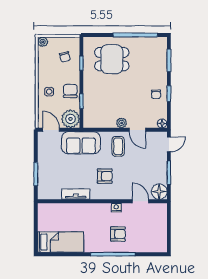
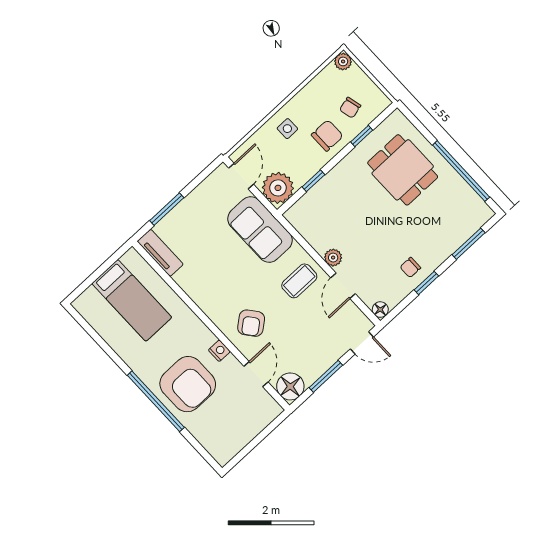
chair: (70, 91) -> (327, 135), moved
armchair: (105, 176) -> (251, 323), moved, turned 51
tv unit: (76, 194) -> (160, 253), moved
armchair: (118, 234) -> (188, 384), width x1.88, depth x1.88
bed: (61, 242) -> (132, 300), moved

